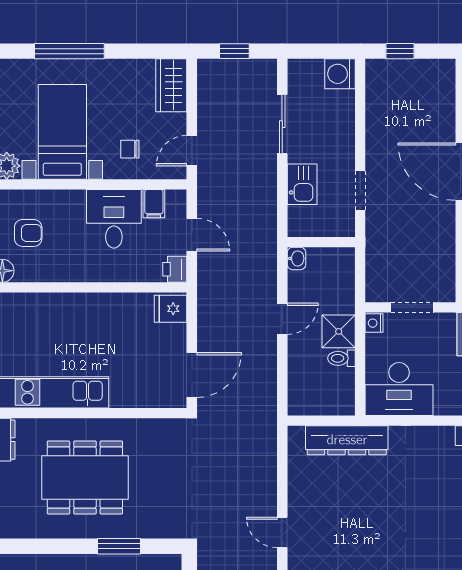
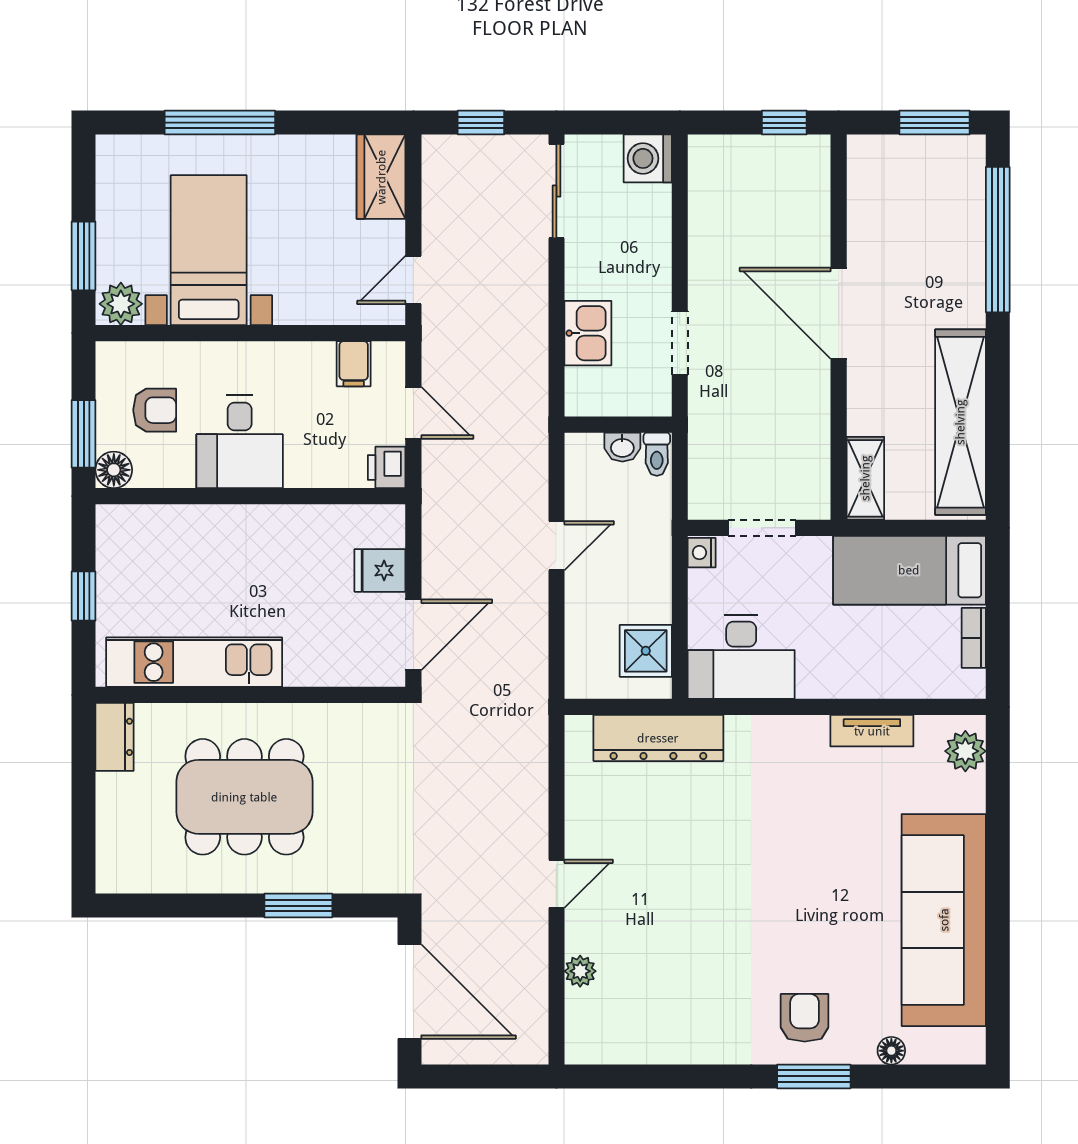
window: (400, 51) -> (784, 123), moved
sliding door: (282, 124) -> (556, 191), moved
chair: (130, 149) -> (316, 278), removed
desk: (114, 219) -> (240, 442), moved, turned 180
washbasin: (296, 258) -> (622, 447), moved, turned 90
fridge: (171, 309) -> (380, 570), moved
shower: (339, 331) -> (646, 651), moved
toilet: (341, 358) -> (657, 454), moved, turned -90
door: (282, 532) -> (556, 884), swing flipped

